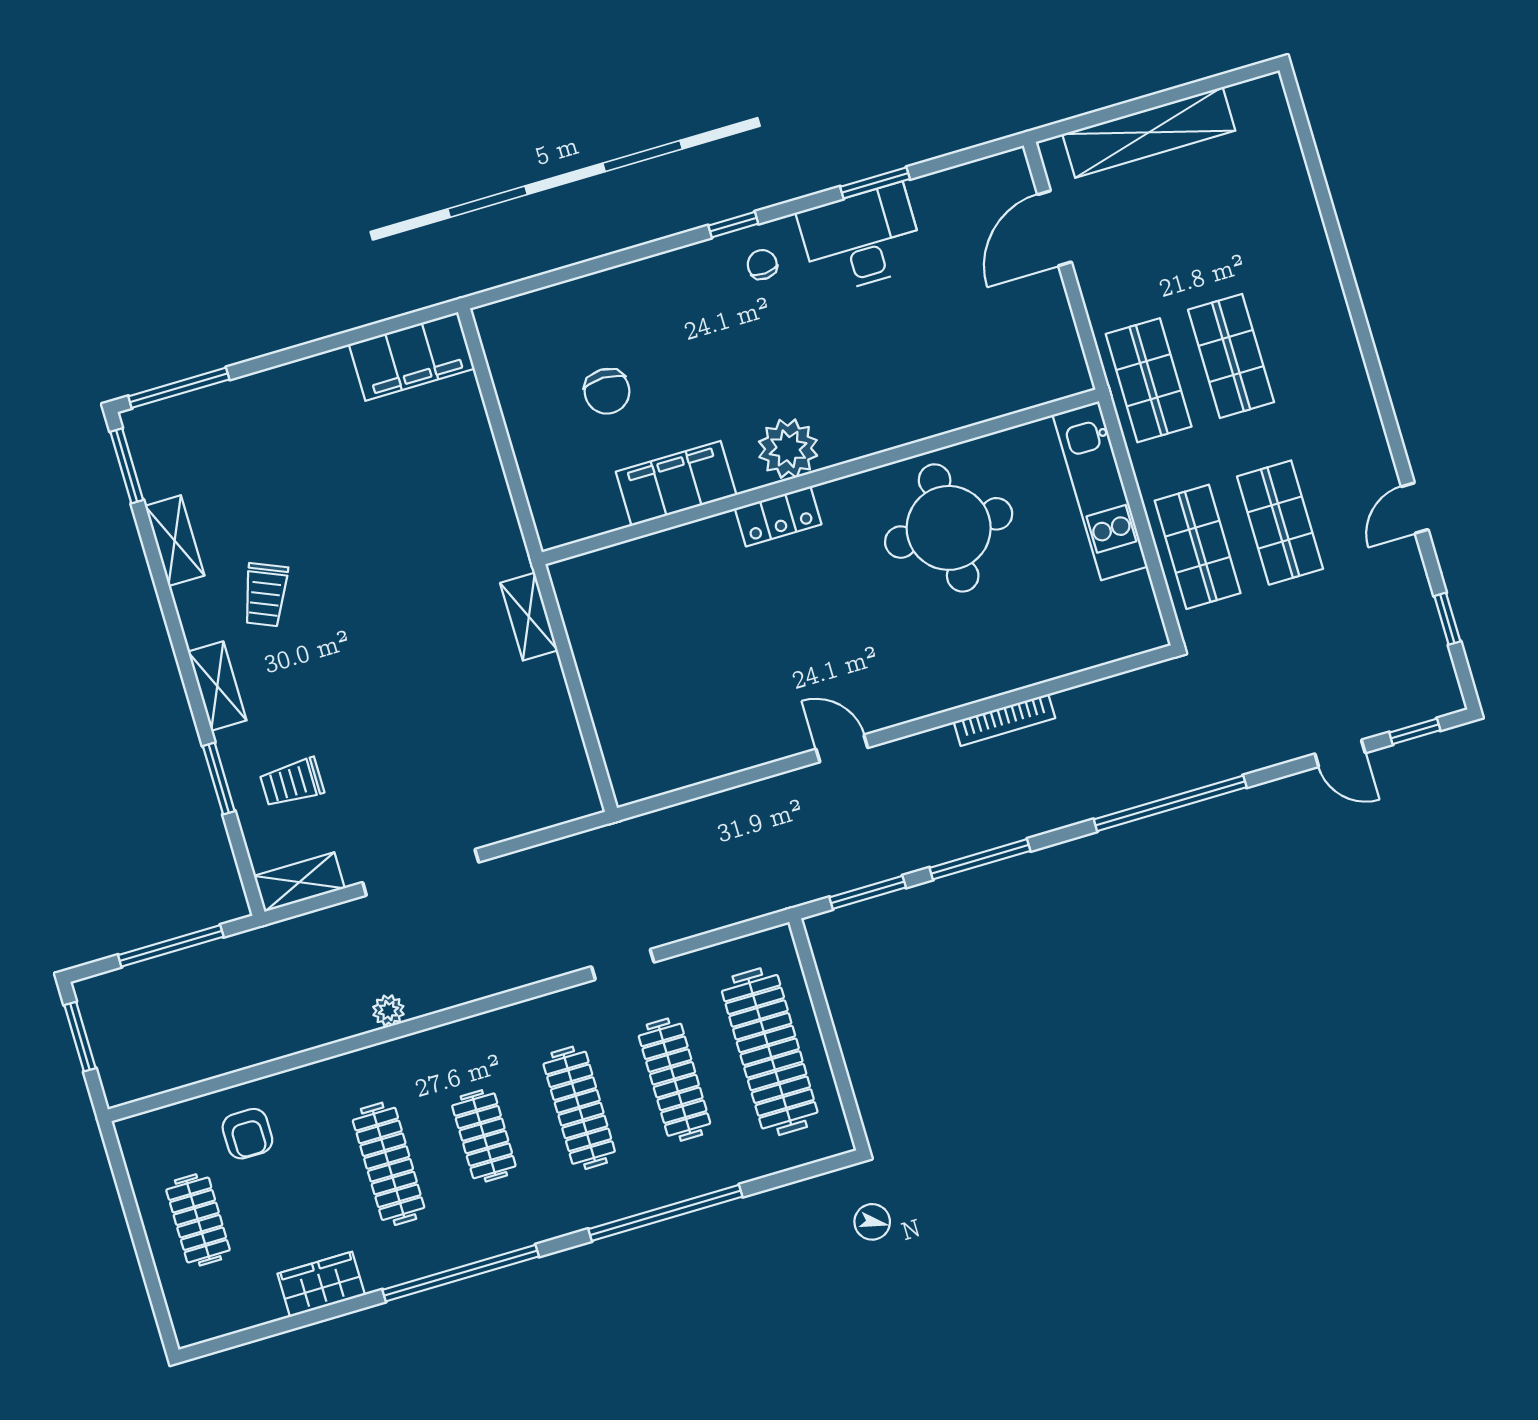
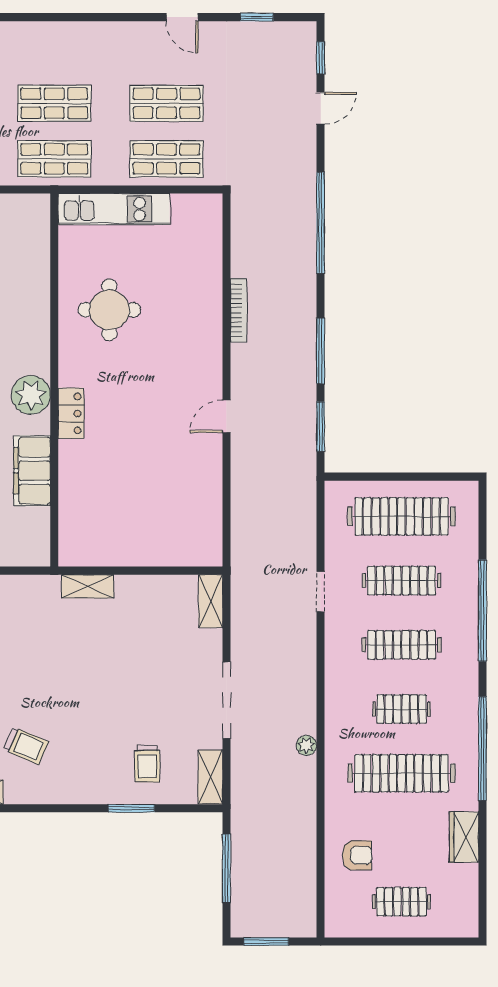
round table: (949, 528) -> (109, 310), width x0.73, depth x0.73
shelving: (217, 686) -> (211, 601), moved, turned 90
clothes rail: (389, 1164) -> (402, 773), width x1.37, depth x1.31

